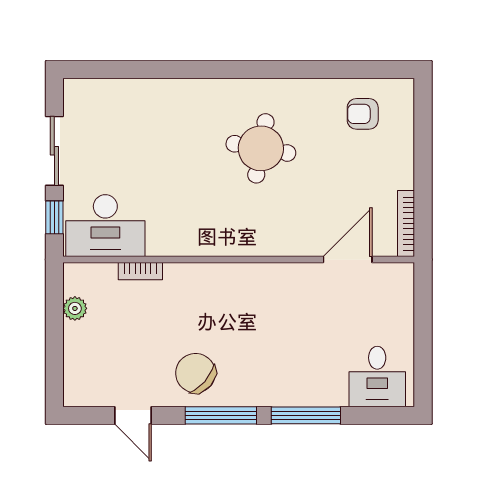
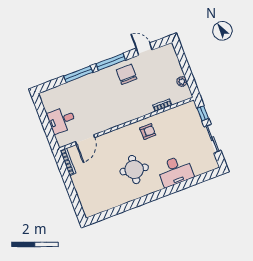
armchair: (363, 114) -> (148, 131), moved
desk: (105, 226) -> (175, 171), moved, turned 180
chair: (196, 373) -> (127, 74), turned -131
desk: (377, 377) -> (62, 120), moved, turned -90

